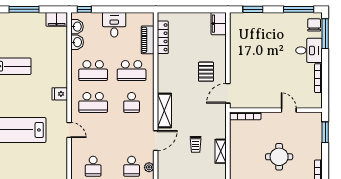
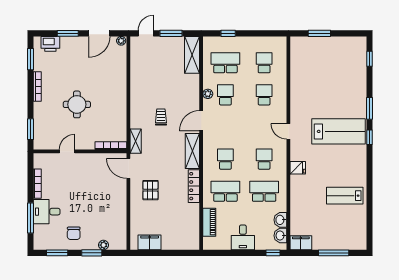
window: (253, 9) -> (92, 253), moved
window: (299, 9) -> (57, 253), width x0.69
plant: (253, 17) -> (103, 245), added
filing cabinet: (219, 24) -> (150, 242), moved, turned -90
chair: (314, 25) -> (74, 233), moved
window: (325, 34) -> (31, 218), moved
locker: (163, 37) -> (194, 186), moved
door: (228, 93) -> (128, 168), swing flipped
school desk: (93, 102) -> (264, 159), width x0.54
door: (289, 110) -> (67, 151), swing flipped
shelving: (221, 151) -> (136, 141), moved

